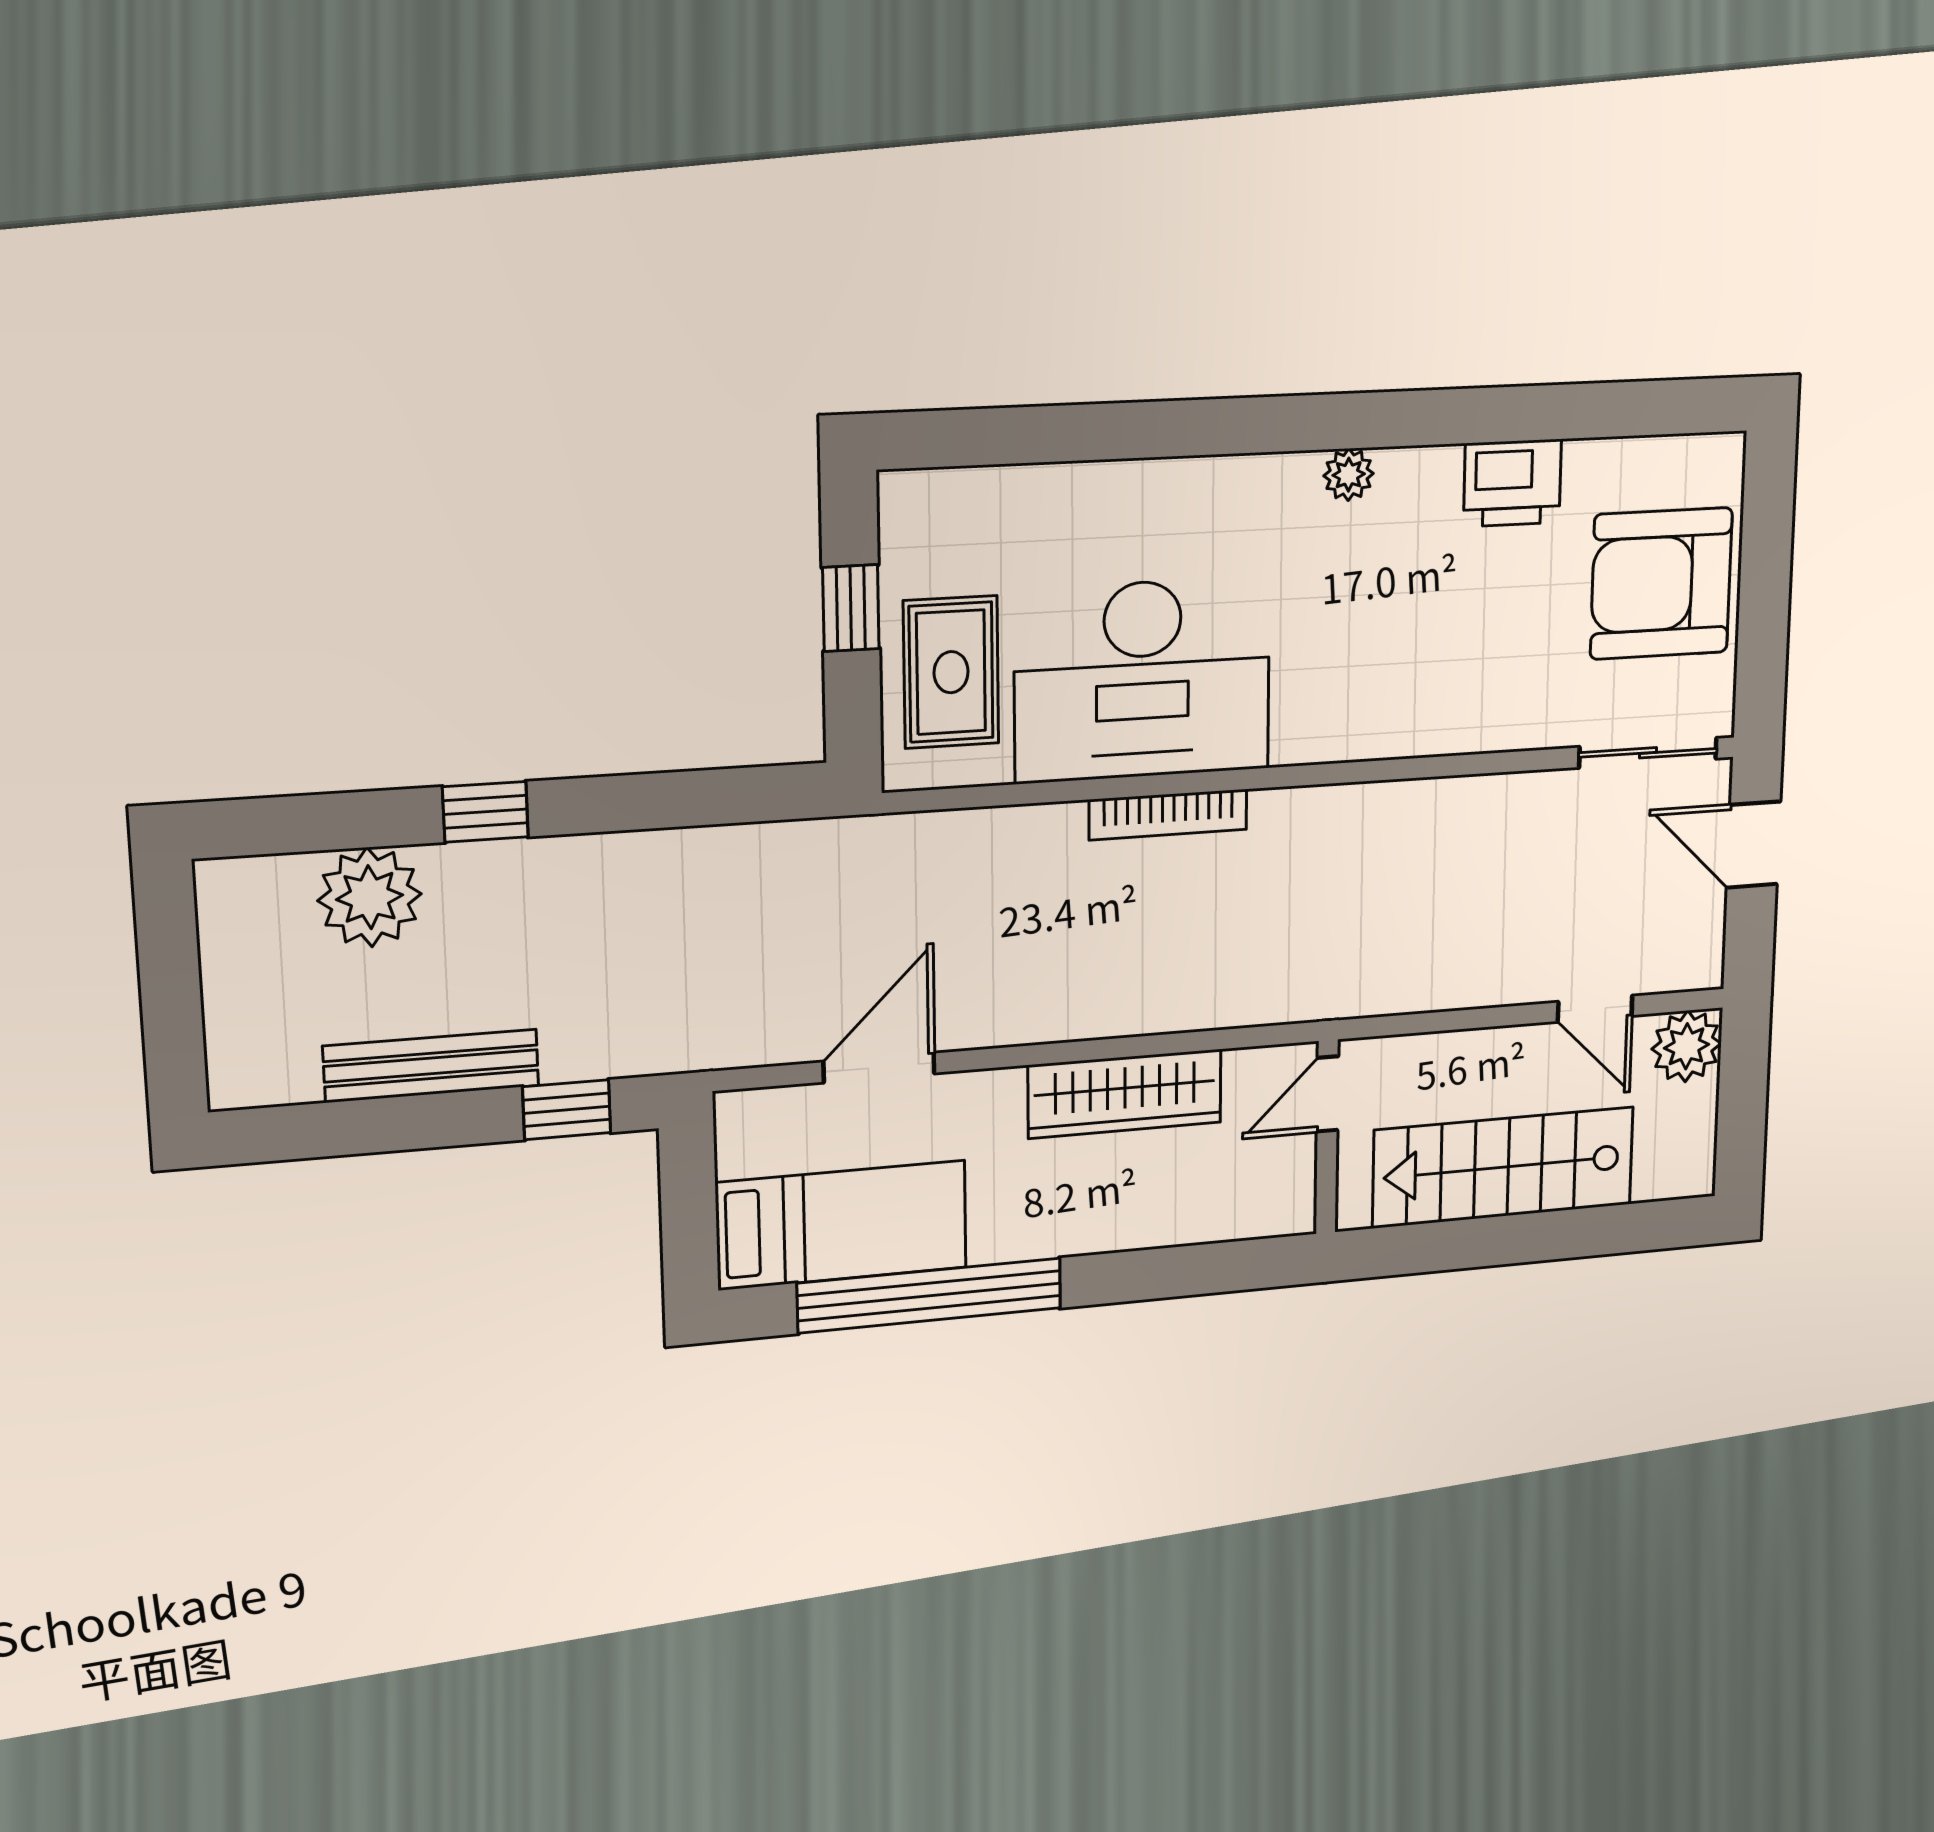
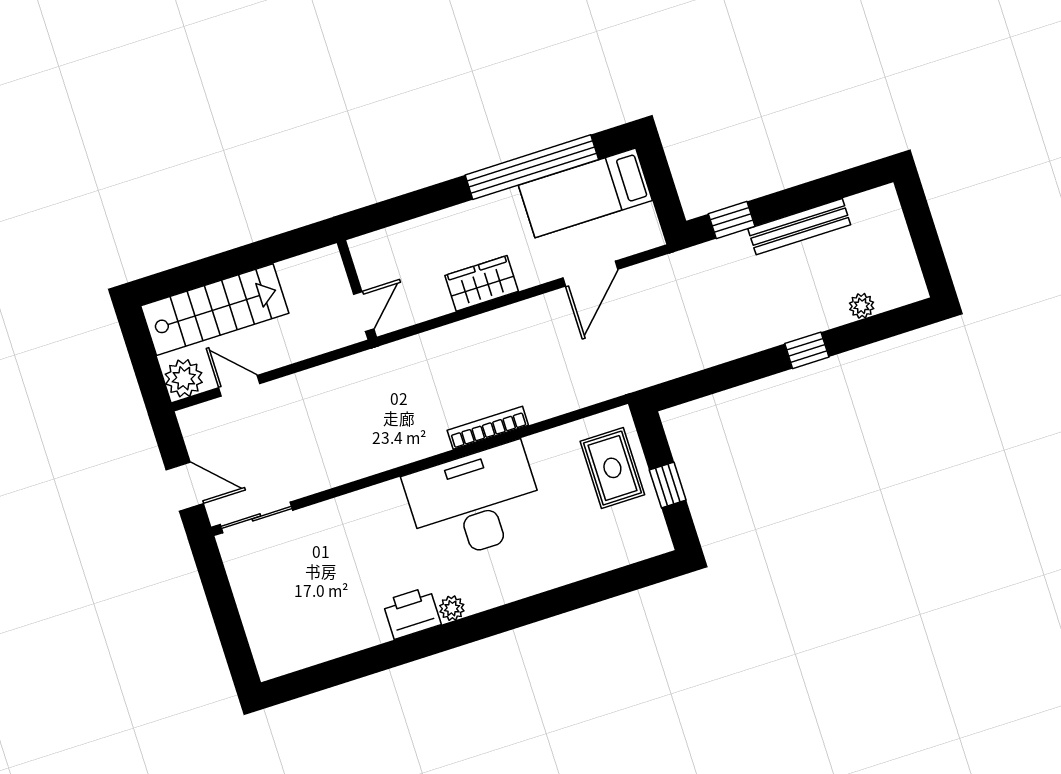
printer: (1512, 483) -> (412, 613), moved
armchair: (1661, 584) -> (279, 599), removed
desk: (1142, 680) -> (475, 502), moved
plant: (370, 897) -> (862, 306), width x0.53, depth x0.53
wardrobe: (1125, 1094) -> (482, 283), width x0.67
stairs: (1503, 1167) -> (215, 310), moved

